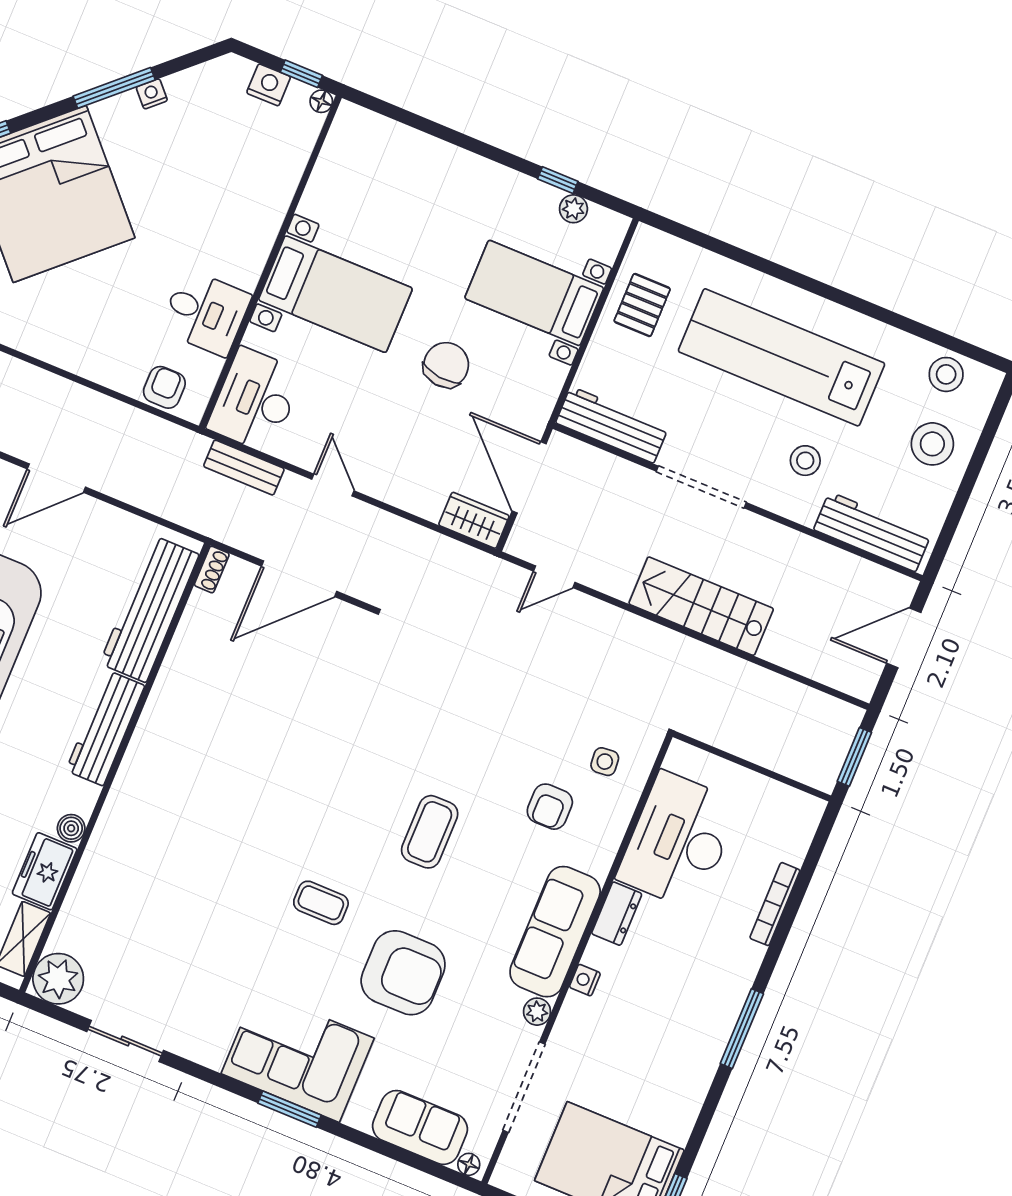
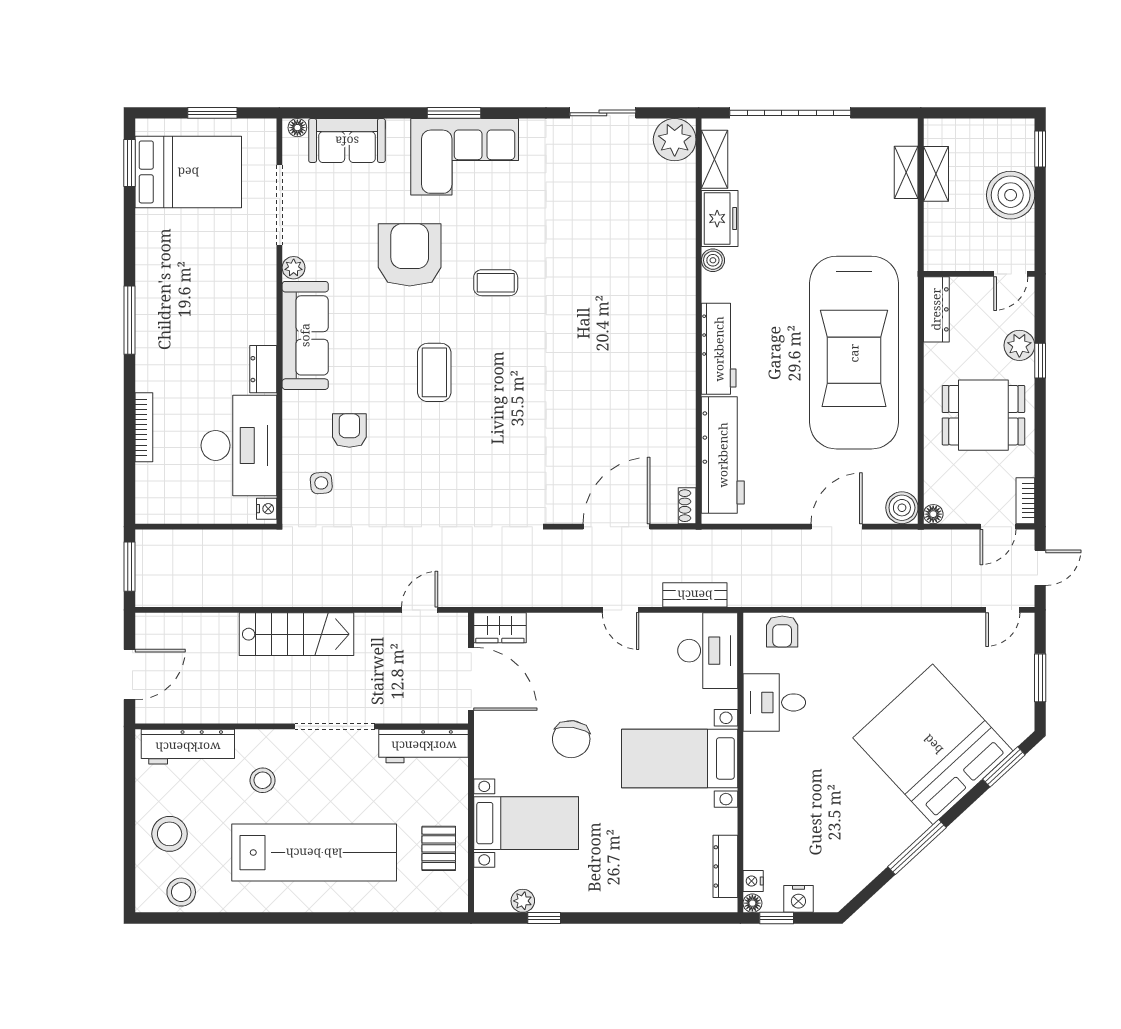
nightstand: (152, 94) -> (753, 881), moved, turned 133
dresser: (334, 154) -> (725, 866), added
armchair: (403, 973) -> (410, 255), turned 90
nightstand: (585, 980) -> (267, 509), moved

